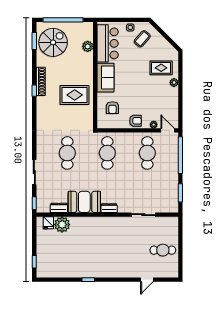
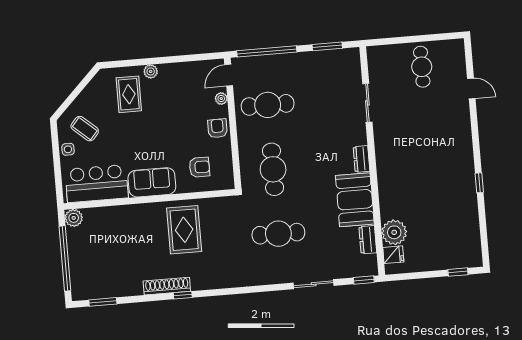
spiral stairs: (53, 42) -> (102, 271), removed
plant: (88, 46) -> (74, 218), moved
cafe table: (107, 153) -> (273, 169), turned 90

